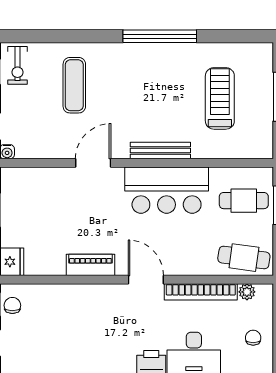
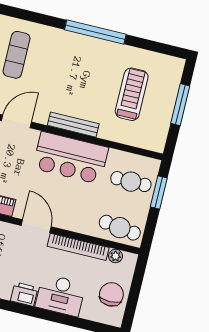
chair: (253, 338) -> (111, 294), width x1.87, depth x1.87

